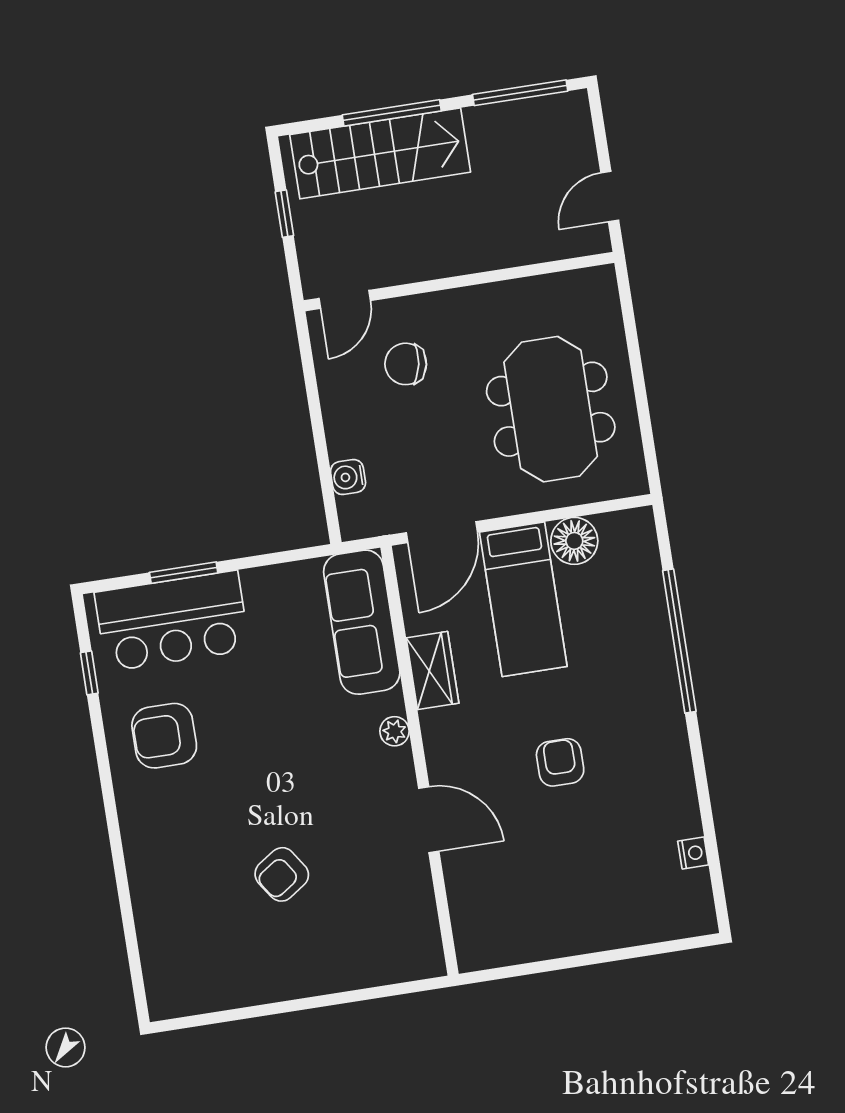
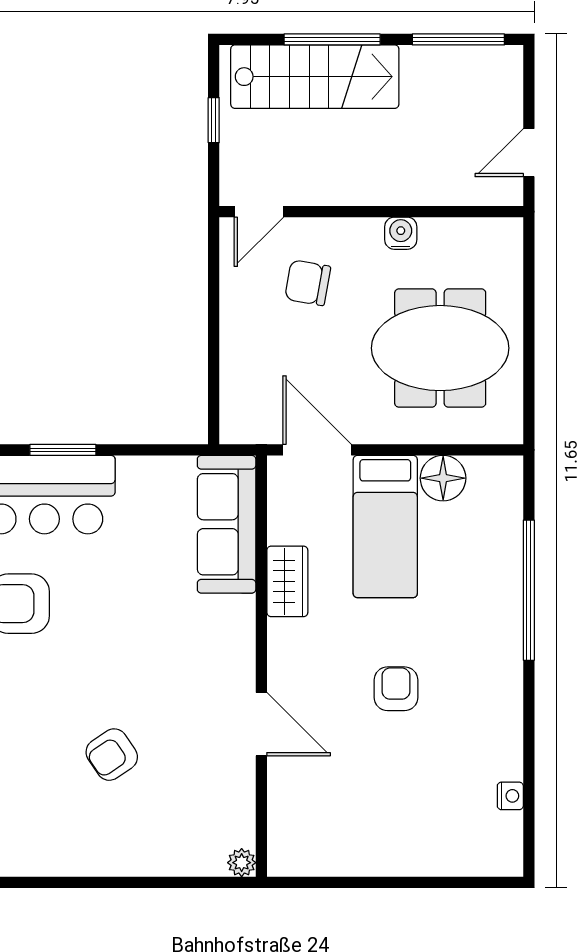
meeting table: (551, 409) -> (440, 348), turned 90
water cooler: (348, 477) -> (401, 233), moved, turned 90
door: (442, 532) -> (317, 450), swing flipped
plant: (395, 731) -> (242, 863), moved

